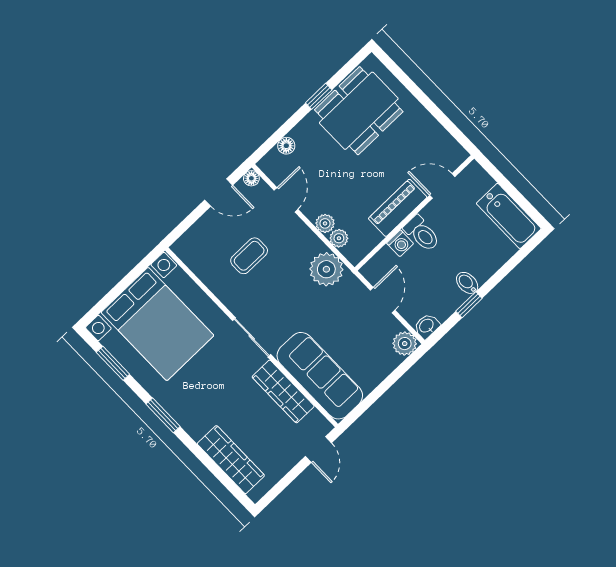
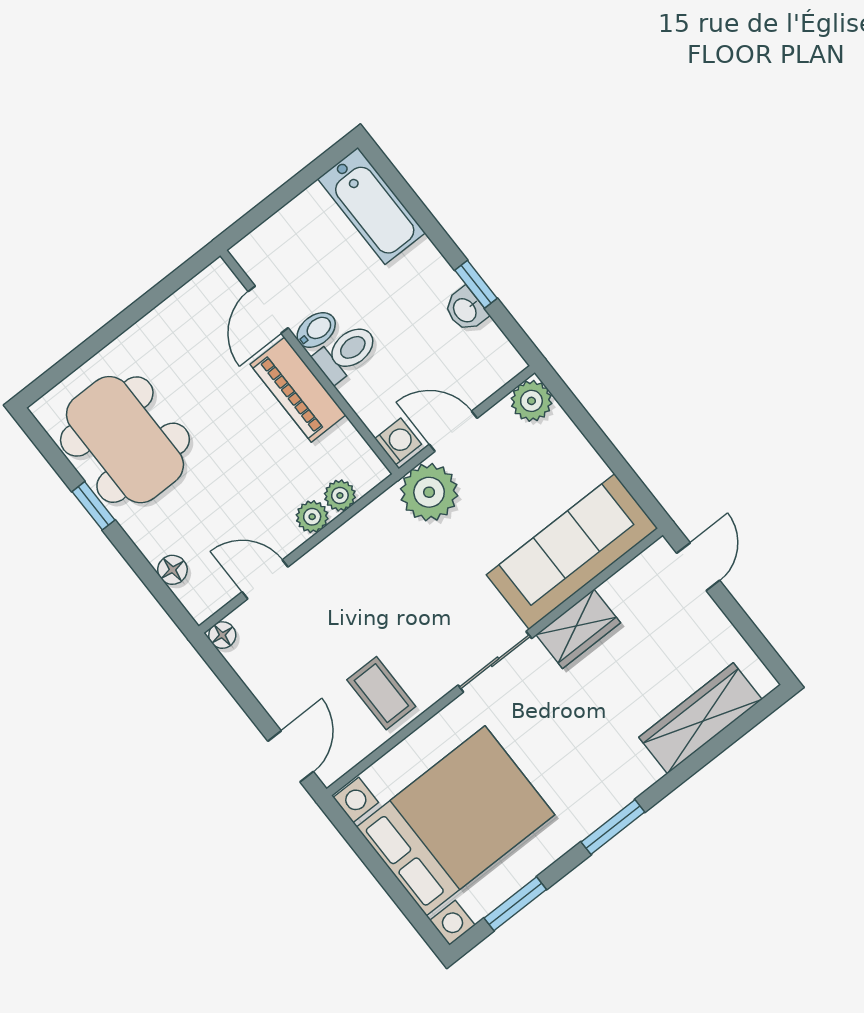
door: (219, 193) -> (291, 756), moved
bathtub: (509, 216) -> (371, 206), moved, turned 90
washing machine: (400, 243) -> (398, 441), moved
coffee table: (249, 256) -> (381, 693), moved
plant: (326, 269) -> (429, 492), moved
bidet: (467, 283) -> (316, 330), moved, turned 180
washbasin: (427, 326) -> (466, 310), moved
wardrobe: (283, 391) -> (578, 629), width x0.67
door: (318, 450) -> (698, 567), hinge flipped

